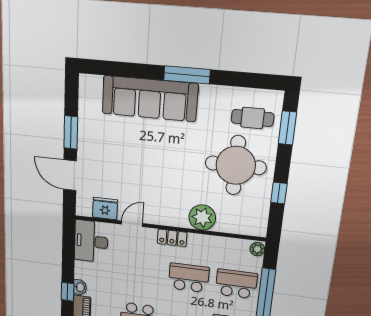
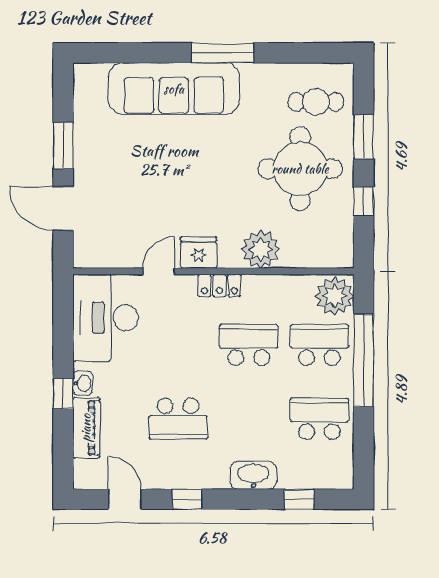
window: (287, 128) -> (364, 137), moved
fridge: (105, 209) -> (199, 253), moved
desk: (91, 241) -> (106, 318), width x1.36, depth x1.30
plant: (257, 249) -> (335, 296), width x1.87, depth x1.87

